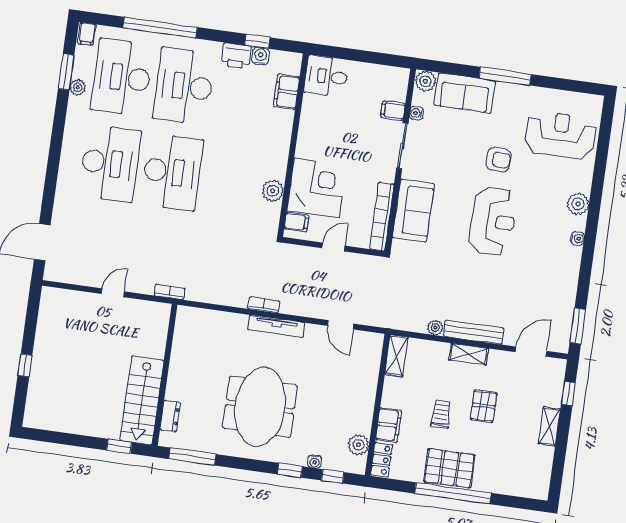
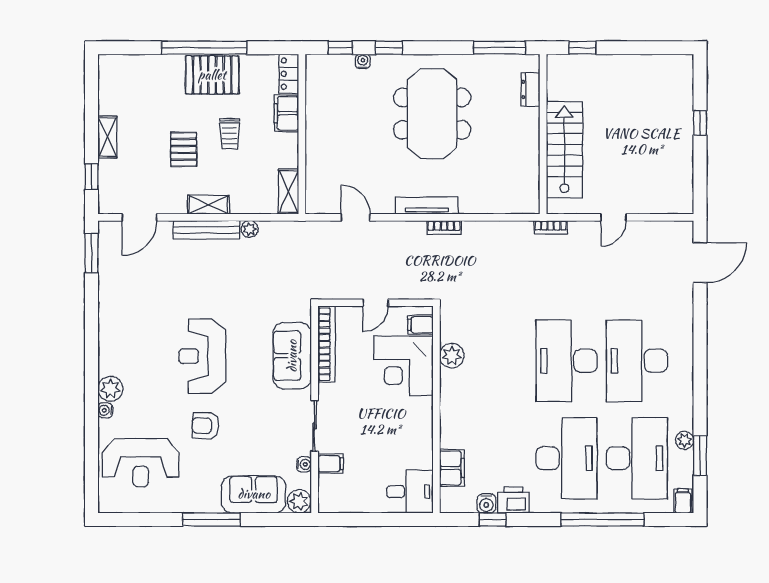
water cooler: (578, 238) -> (105, 410), moved
stairs: (142, 400) -> (564, 150), moved
plant: (358, 445) -> (317, 87), removed

